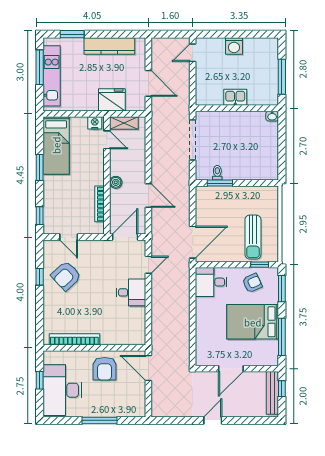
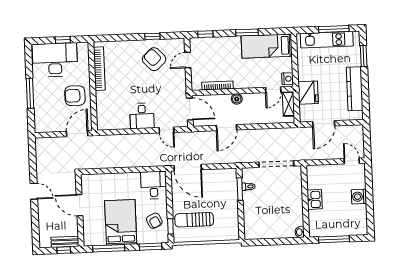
bench: (272, 393) -> (65, 242), width x0.73

